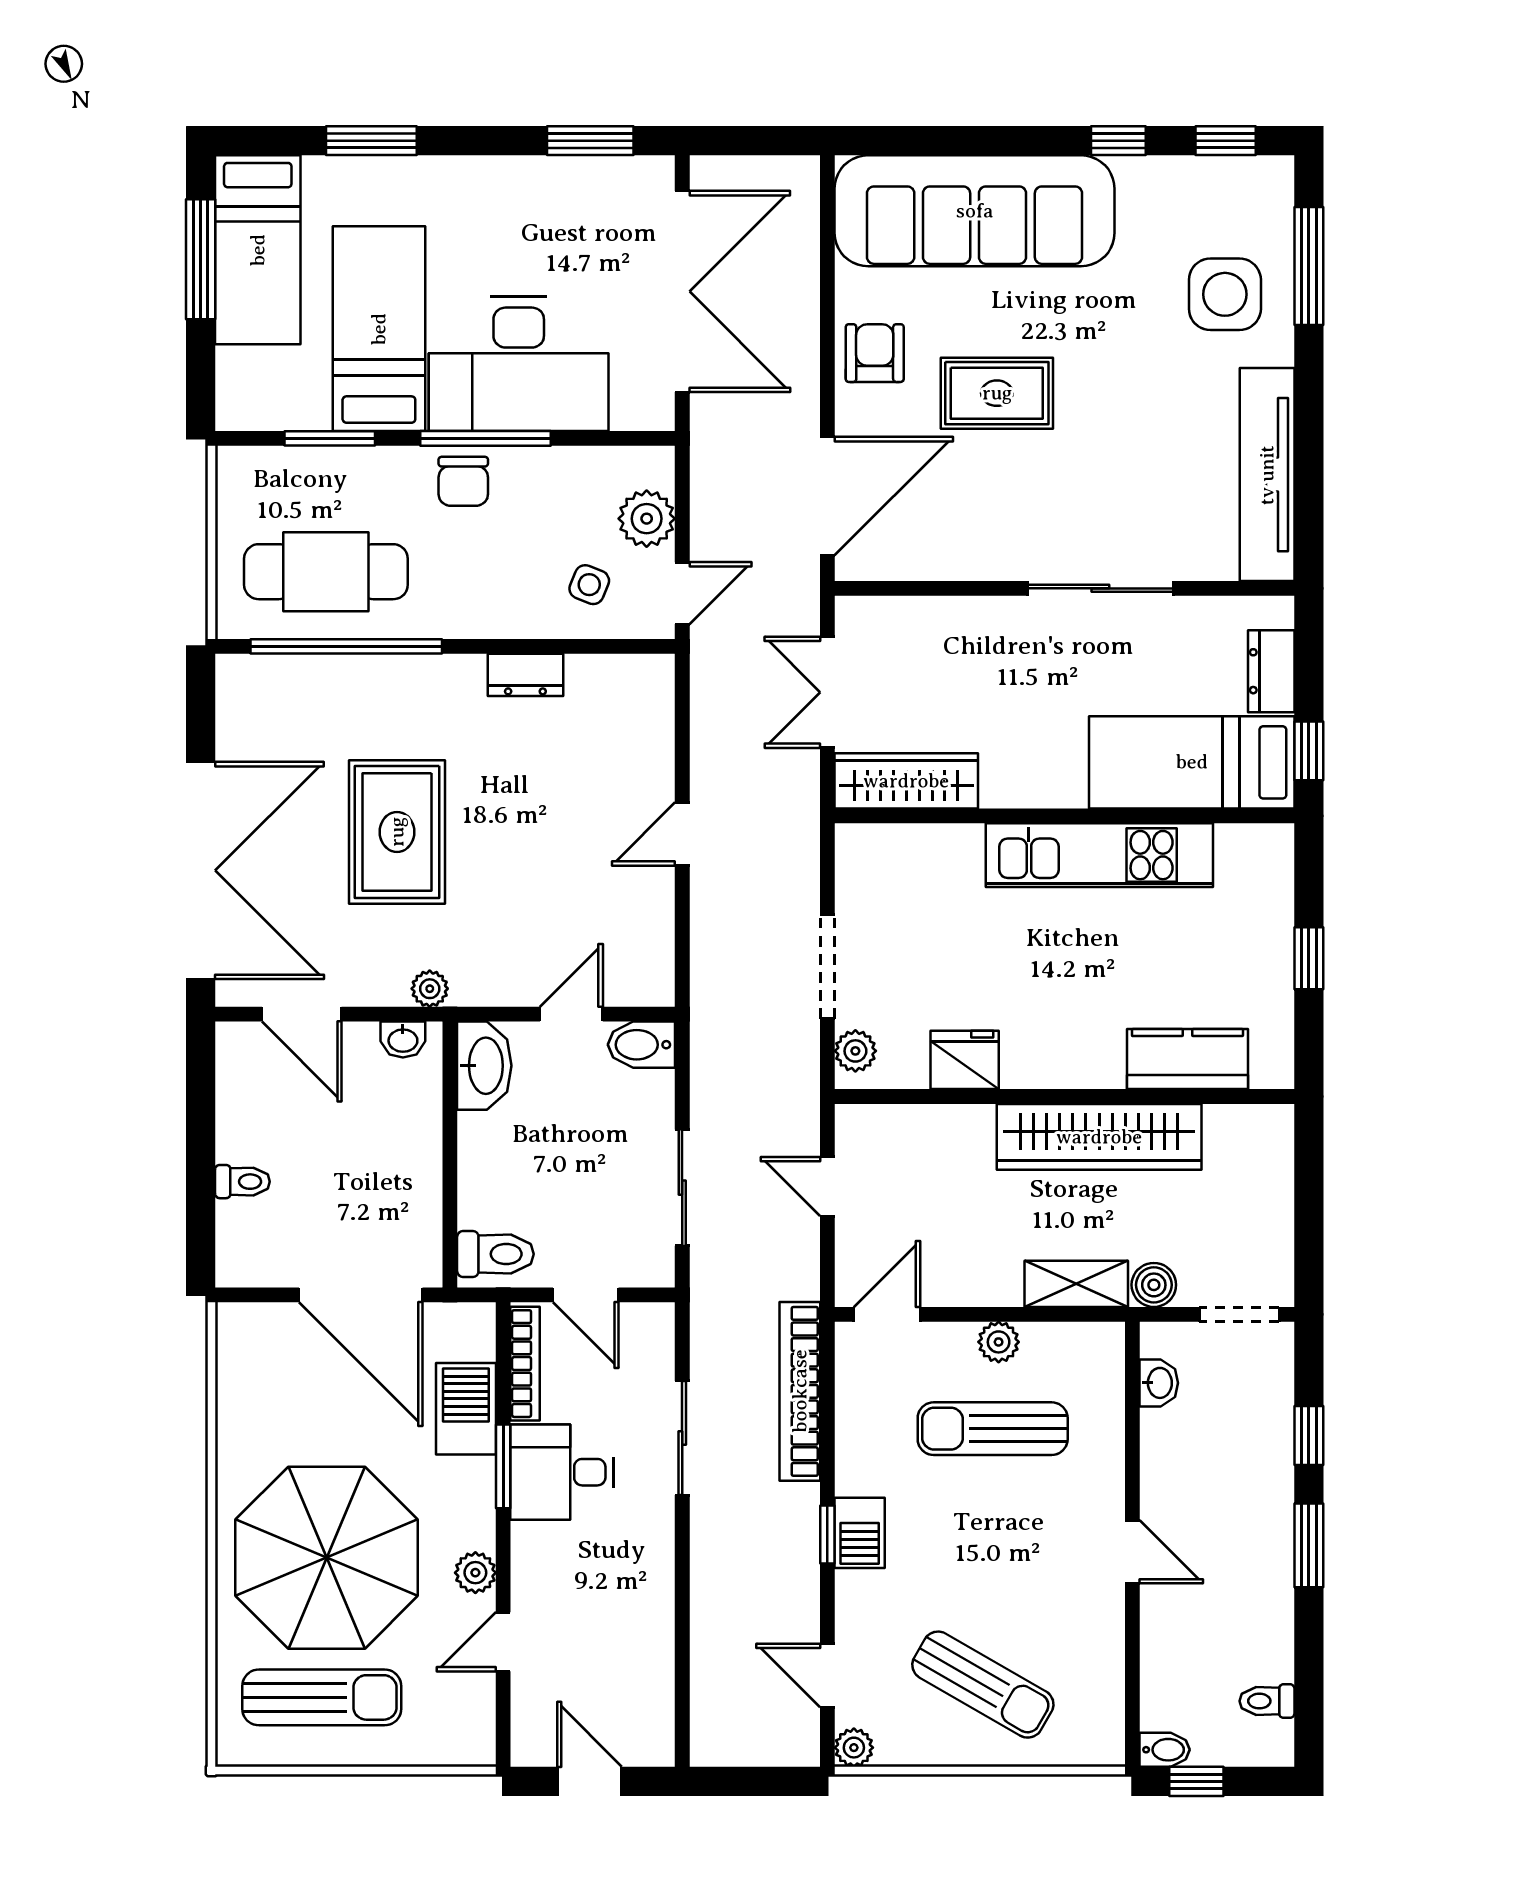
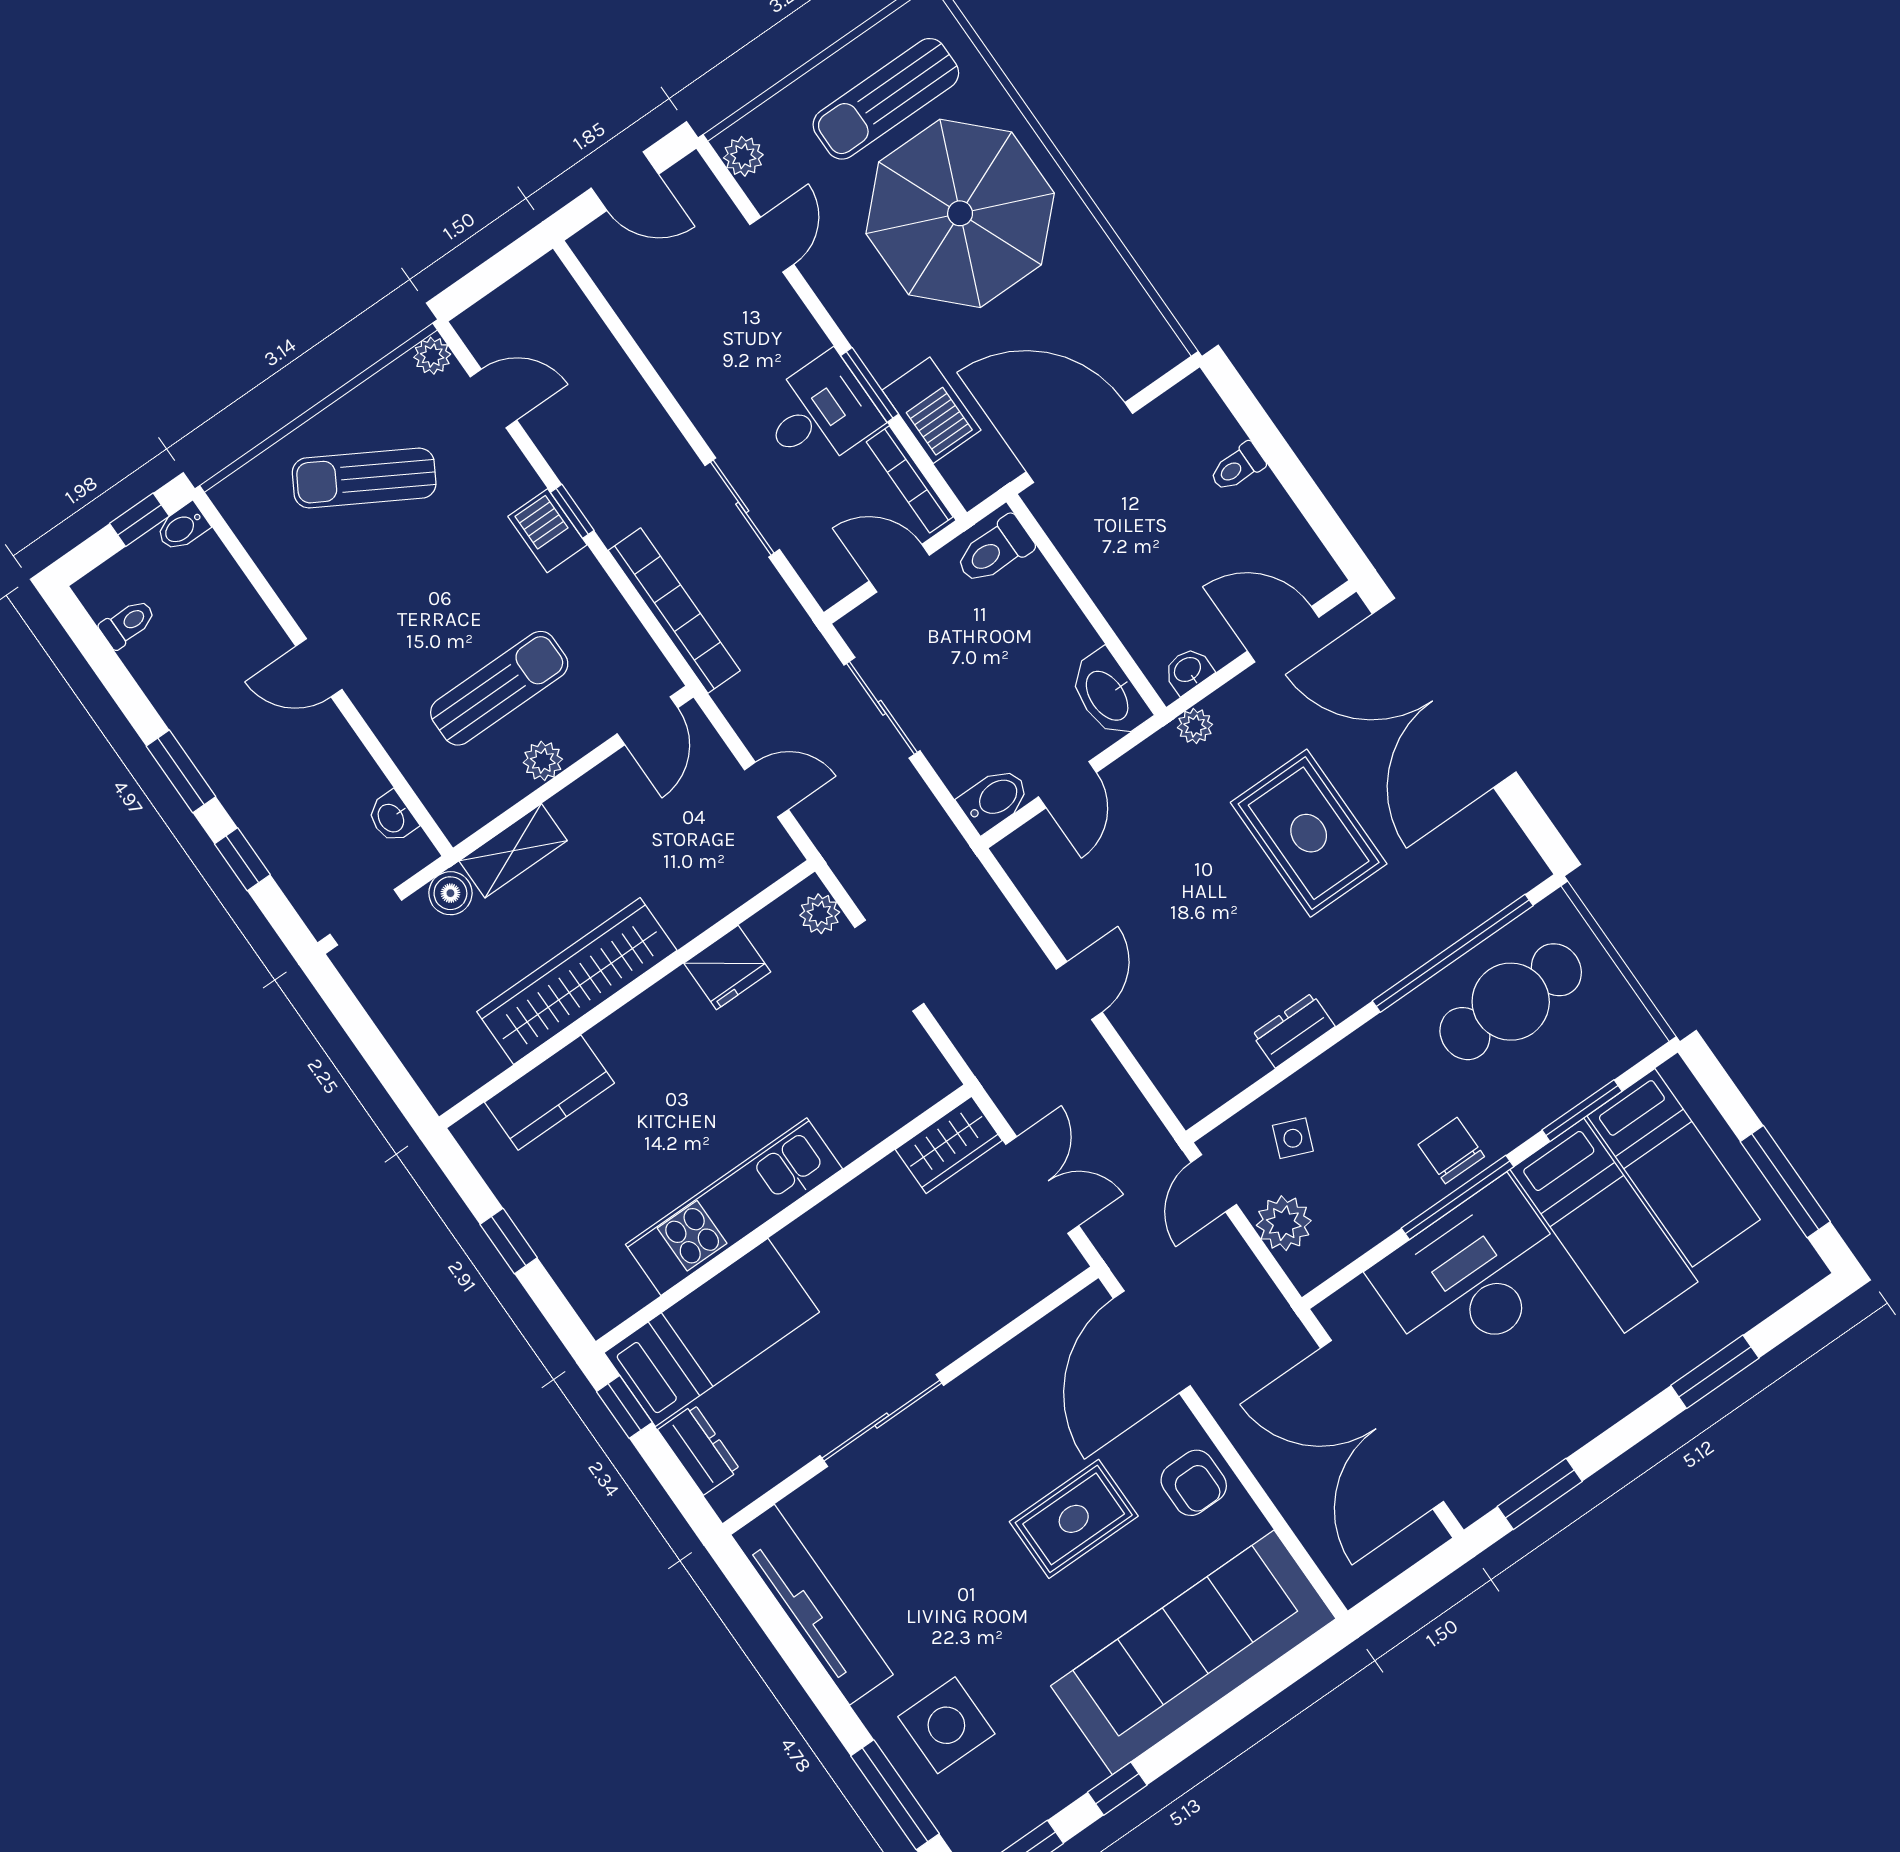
bed: (258, 250) -> (1674, 1168), moved, turned 180
wardrobe: (906, 781) -> (949, 1145), width x0.67
plant: (475, 1573) -> (743, 156), moved

